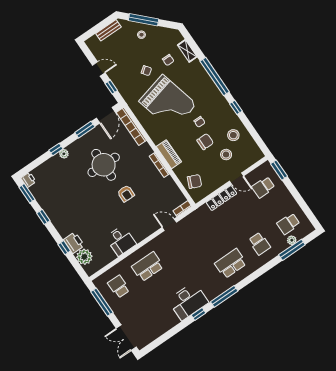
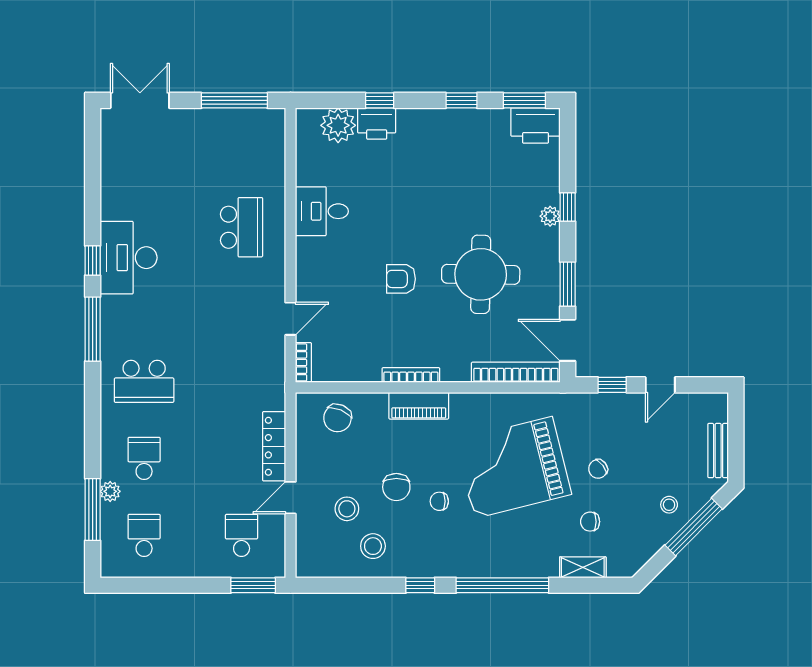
printer: (28, 180) -> (536, 125), width x1.87, depth x1.48
plant: (292, 240) -> (110, 491), moved
school desk: (259, 244) -> (144, 458), turned 90
school desk: (231, 264) -> (144, 381), turned 90
school desk: (119, 287) -> (242, 150), removed

